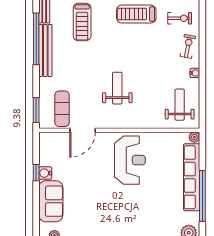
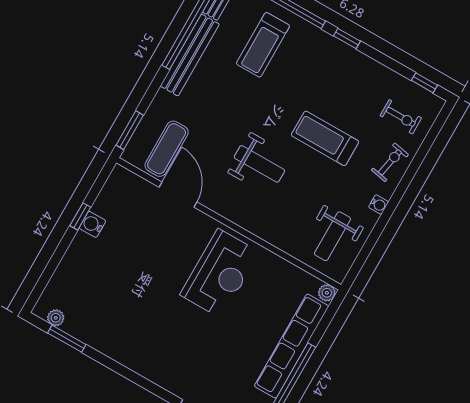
treadmill: (136, 14) -> (325, 138), moved
weight bench: (117, 88) -> (259, 164), turned 90
weight bench: (180, 105) -> (332, 236), turned 180
door: (83, 130) -> (178, 195), swing flipped
sofa: (51, 201) -> (78, 268), removed

